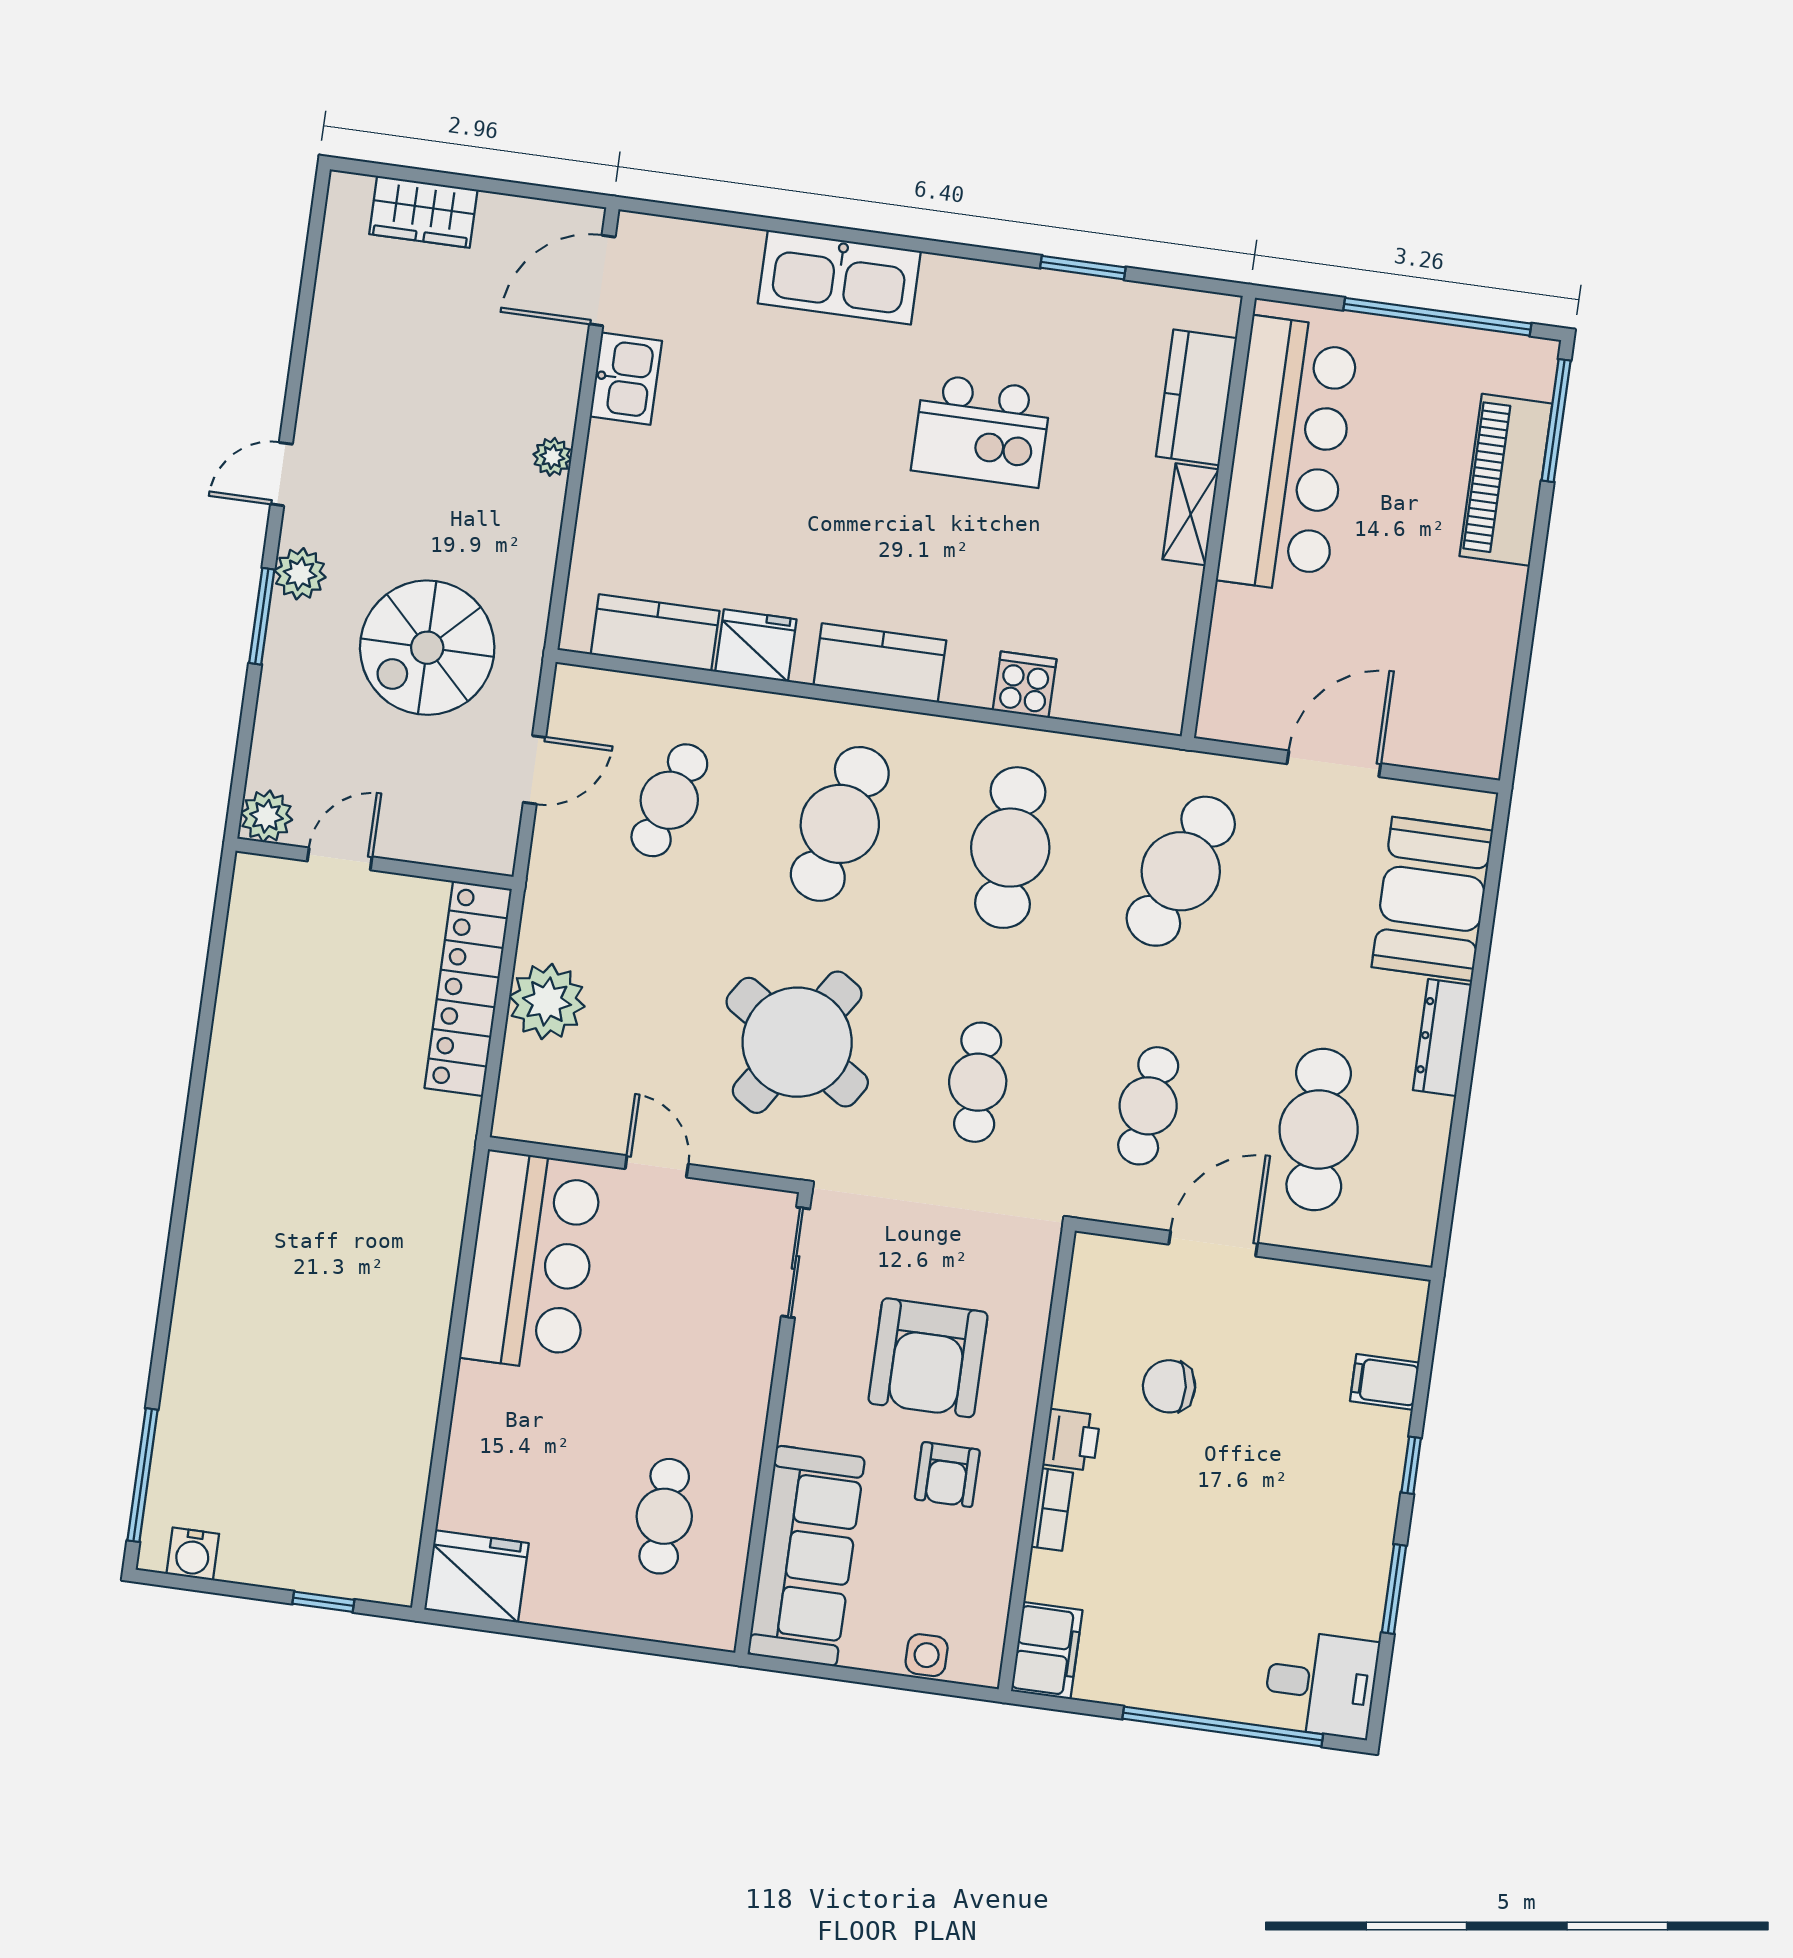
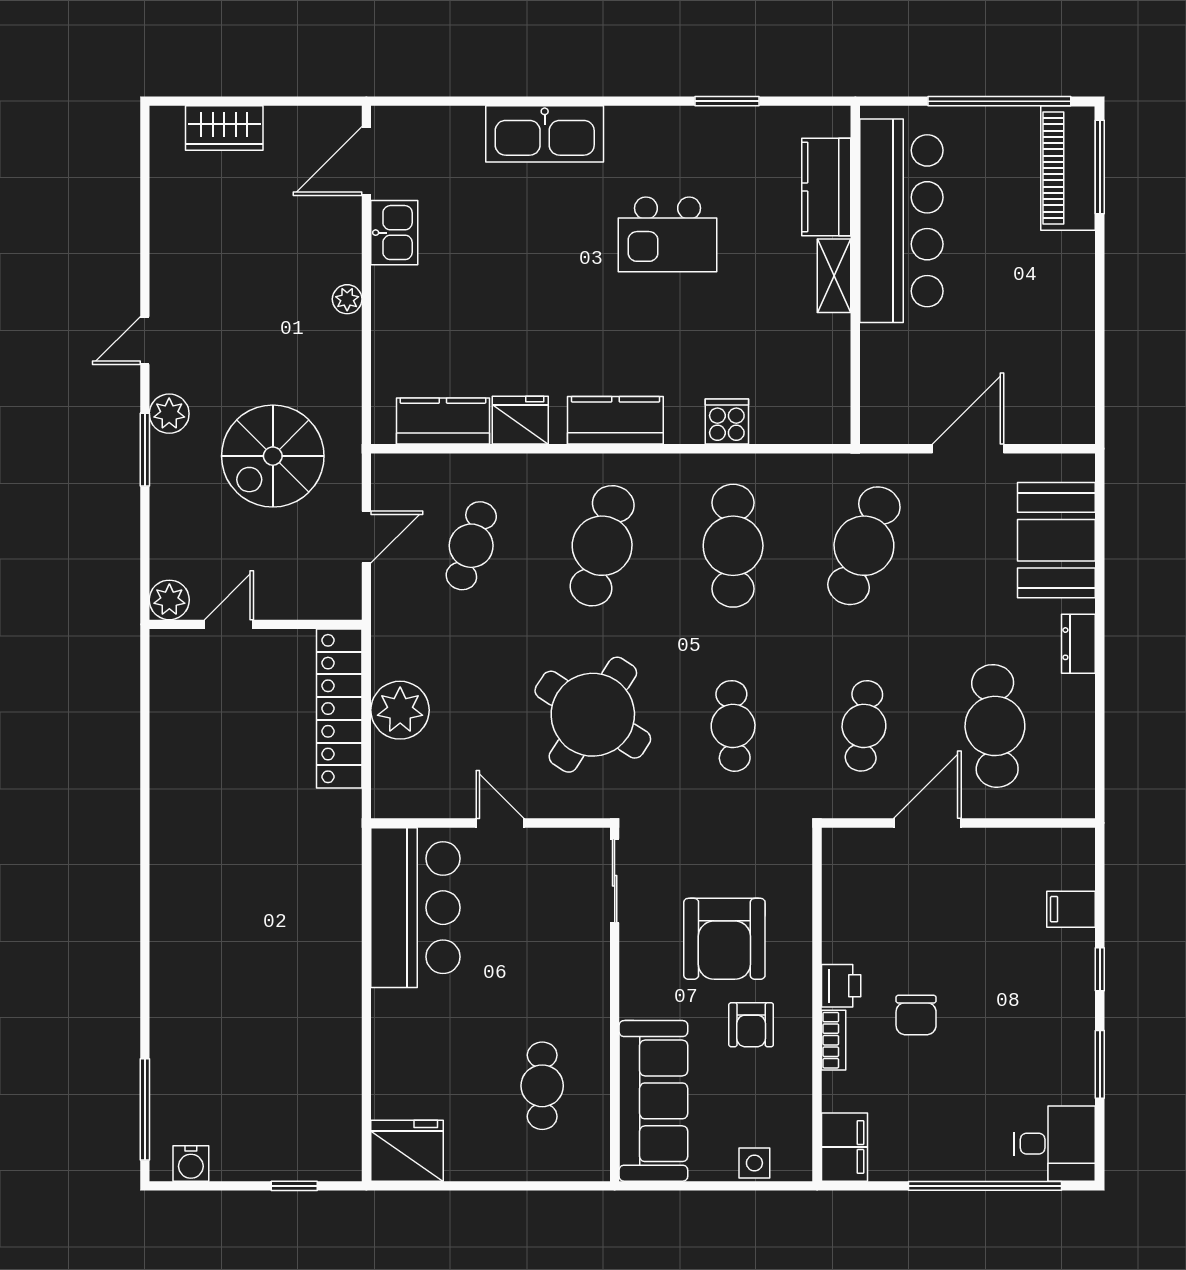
piano: (1506, 480) -> (1068, 168), moved
dresser: (1442, 1038) -> (1078, 644), width x0.70
chair: (1169, 1386) -> (916, 1015), moved, turned -85

